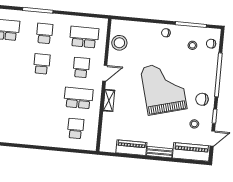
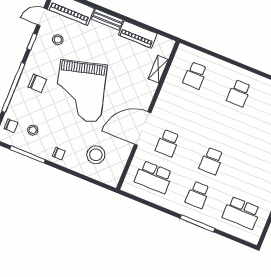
stool: (119, 43) -> (96, 155), moved
door: (105, 73) -> (143, 129), width x1.87
school desk: (78, 98) -> (239, 93), moved, width x0.54
chair: (202, 99) -> (37, 83), moved
shelving: (109, 100) -> (158, 69), moved

